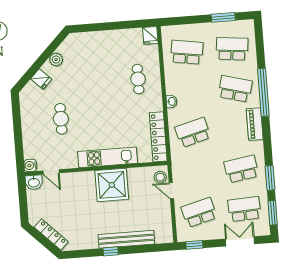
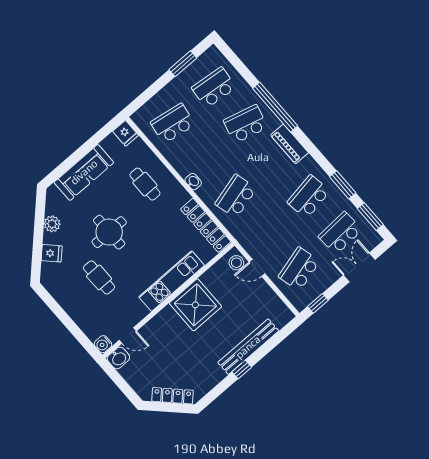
sofa: (103, 41) -> (84, 172), added
round table: (90, 93) -> (109, 232), added

